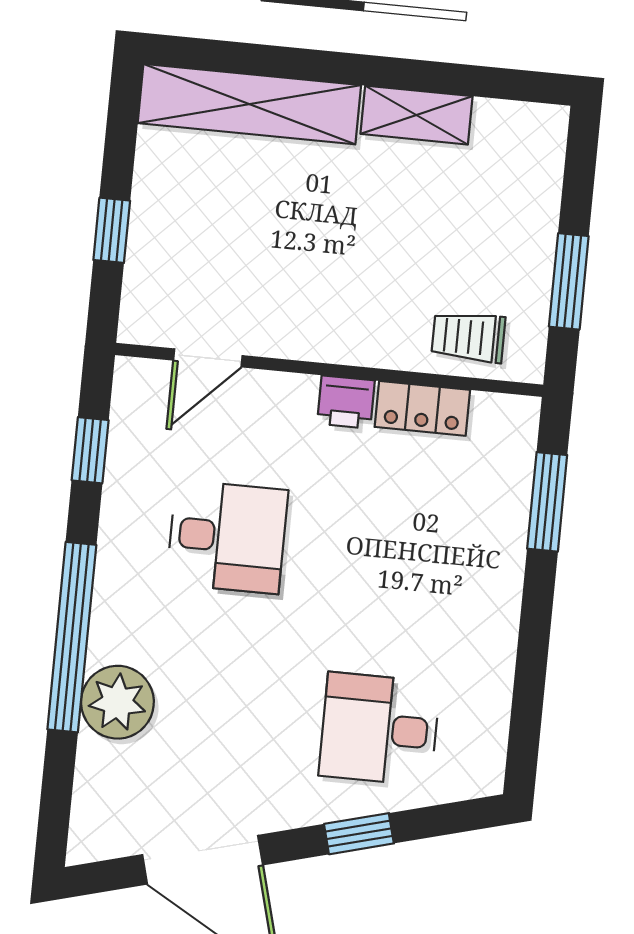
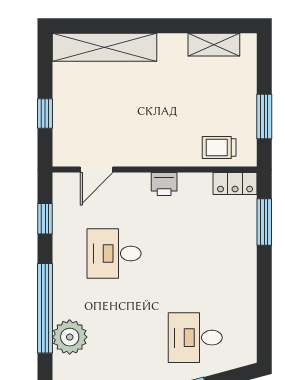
shelving: (417, 115) -> (214, 45), moved
locker: (422, 408) -> (235, 184), moved
desk: (227, 537) -> (114, 253), turned 180

